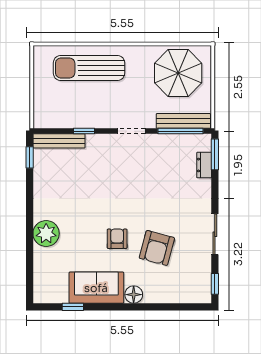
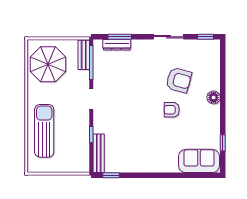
sun lounger: (89, 68) -> (44, 131), turned 180
bench: (183, 121) -> (84, 55), width x0.73
window: (215, 154) -> (120, 37), moved
dresser: (204, 165) -> (117, 45), width x1.44
plant: (46, 234) -> (168, 163), removed
sofa: (96, 288) -> (199, 161), moved, turned 90

